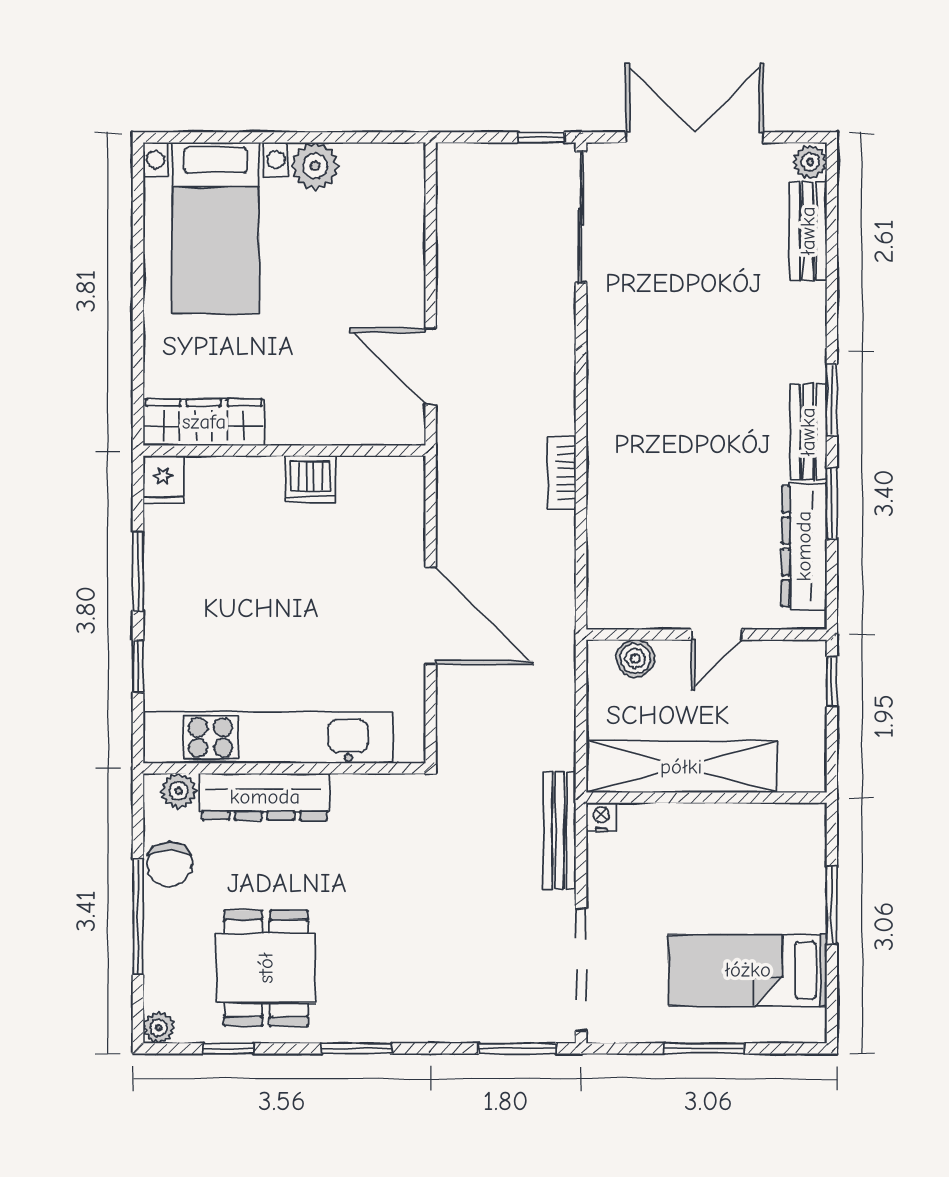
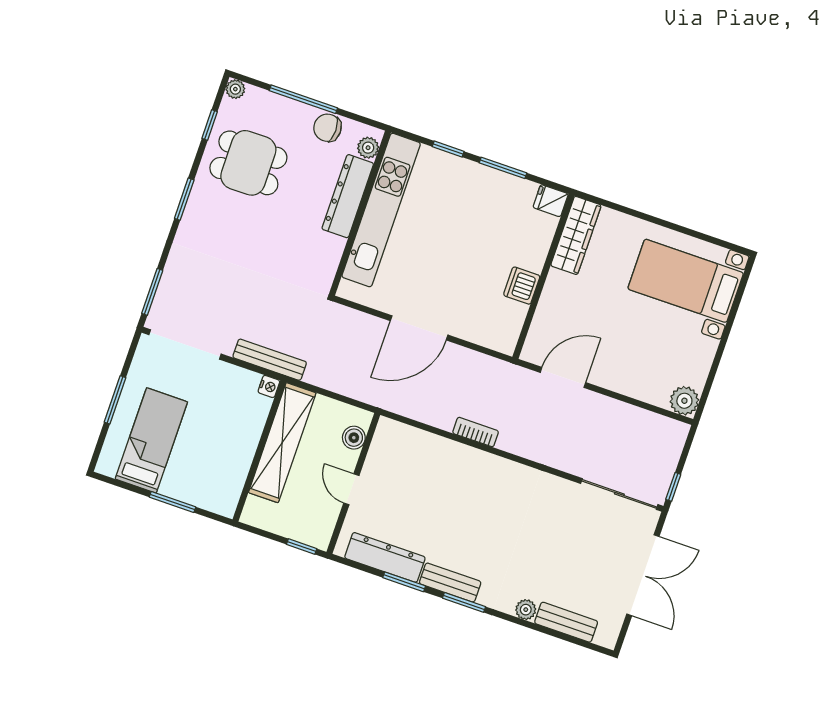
plant: (810, 162) -> (526, 610), moved
plant: (315, 166) -> (684, 401), moved

